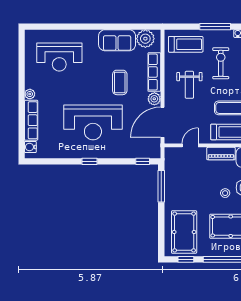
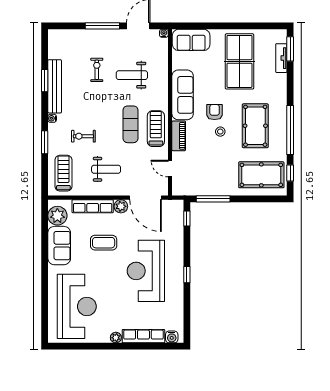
window: (215, 27) -> (45, 142), width x0.69
reception desk: (59, 57) -> (77, 306), width x1.36, depth x1.30
exercise bike: (221, 63) -> (83, 136), width x0.73, depth x0.72
reception desk: (93, 122) -> (146, 271), turned 180

